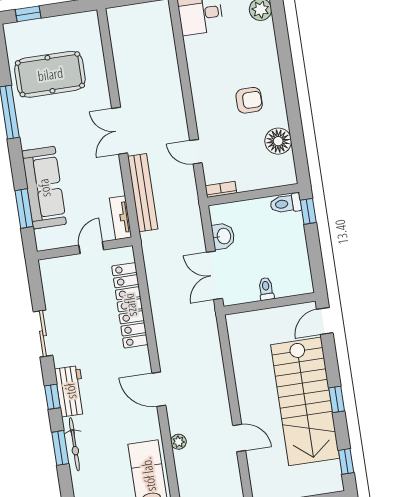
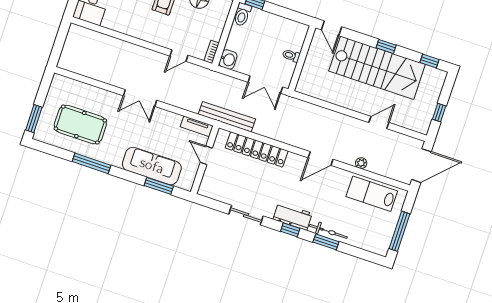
window: (28, 14) -> (34, 119), width x1.50
pool table: (50, 74) -> (80, 125), turned 90
bench: (143, 193) -> (227, 117), moved
washbasin: (223, 236) -> (228, 59), moved, turned 90

